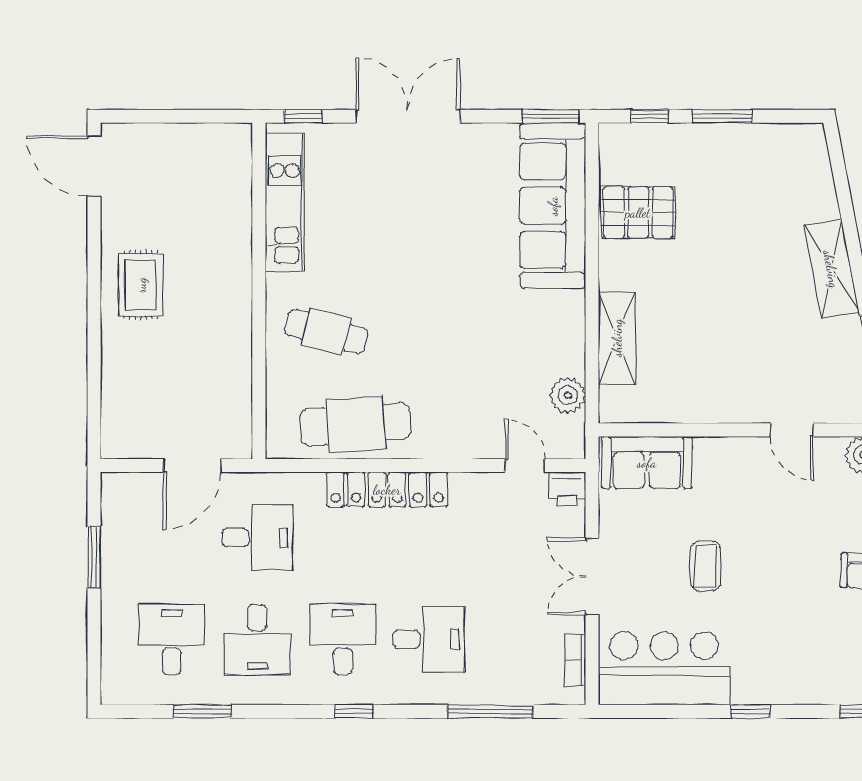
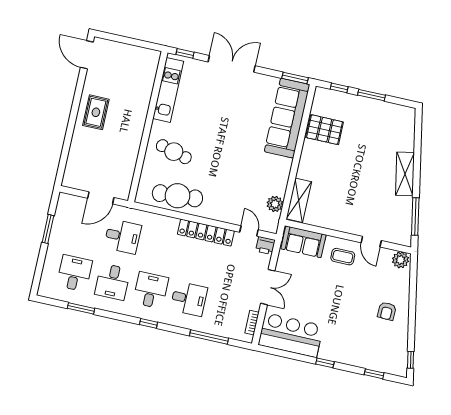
shelving: (617, 338) -> (299, 200), moved
locker: (387, 490) -> (206, 233), moved
coffee table: (706, 566) -> (343, 257), moved, turned 90
double door: (592, 576) -> (268, 287), swing flipped

